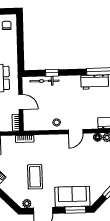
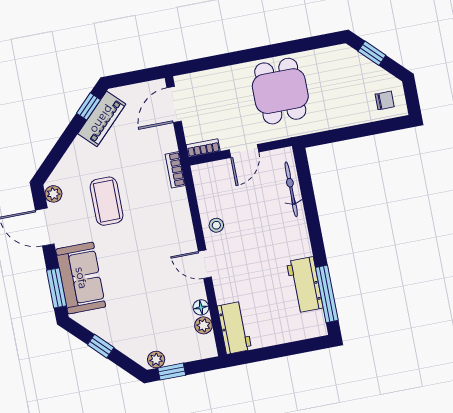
window: (52, 73) -> (309, 201), removed
coffee table: (35, 177) -> (107, 201), turned 90

